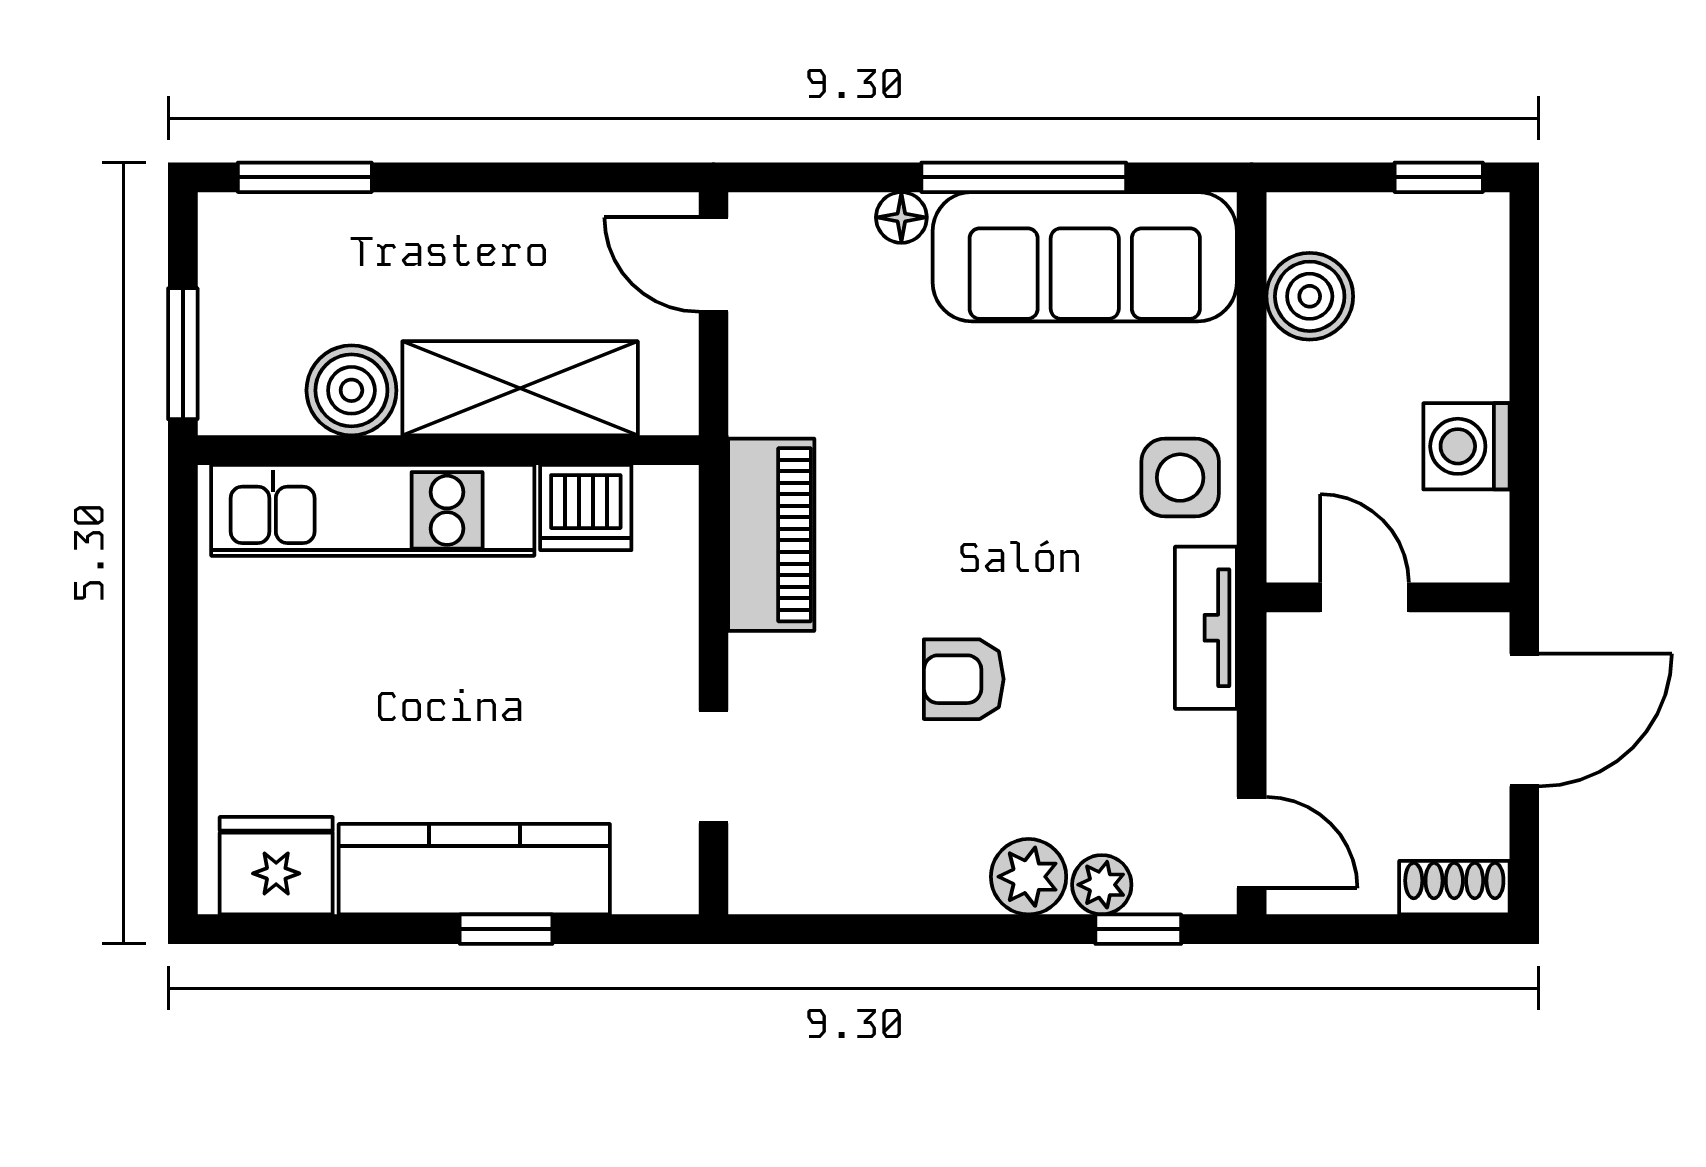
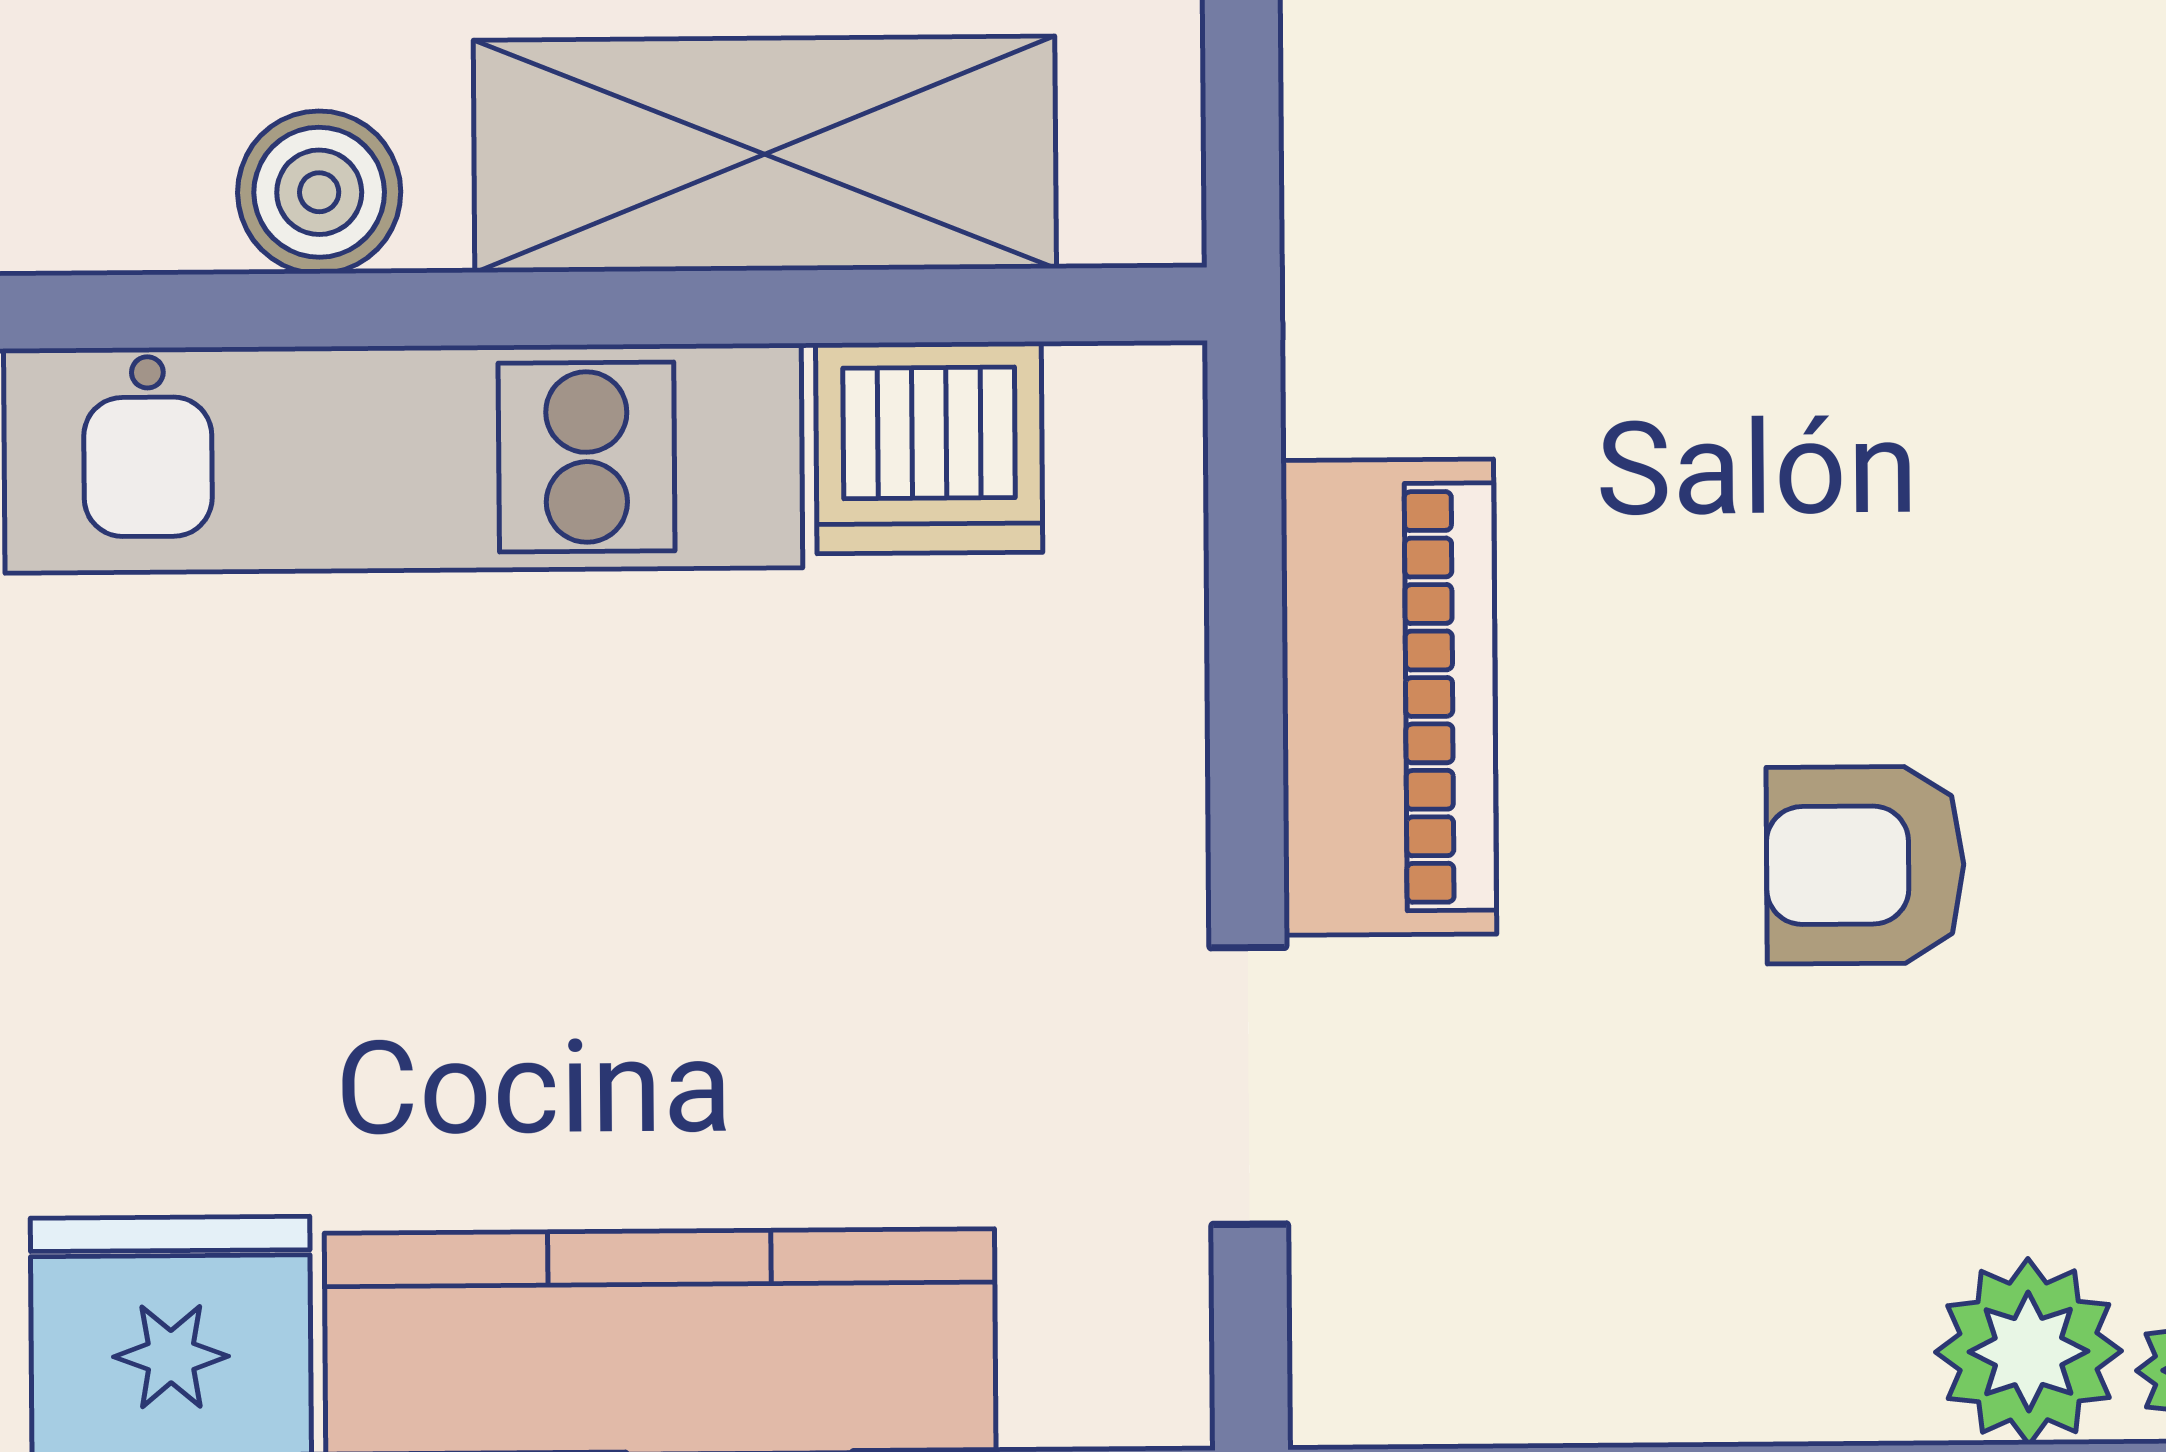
boiler: (351, 390) -> (319, 192), width x0.73, depth x0.73
piano: (771, 535) -> (1389, 697), moved

